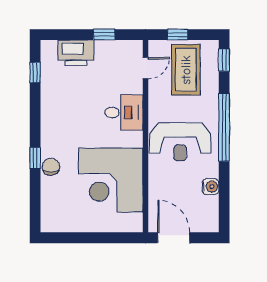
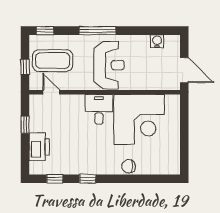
desk: (124, 113) -> (99, 109), moved
window: (224, 127) -> (98, 31), width x0.68
window: (35, 158) -> (88, 179), moved
water cooler: (211, 187) -> (157, 41), moved
door: (174, 238) -> (184, 70), swing flipped

